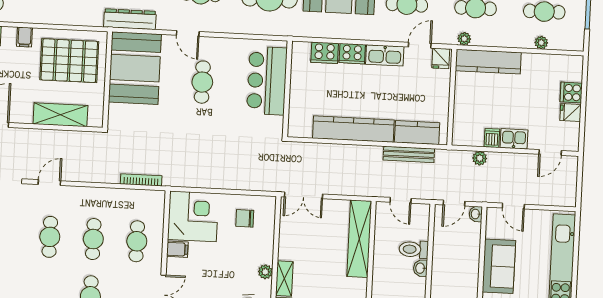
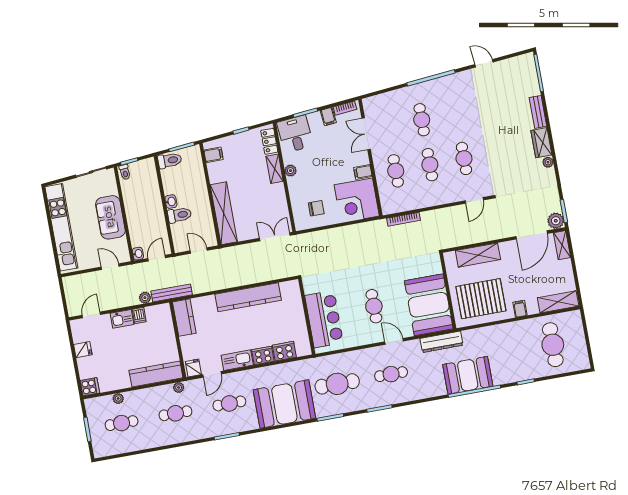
cooker: (571, 93) -> (90, 387), moved
kitchen counter: (417, 133) -> (184, 318), moved, turned -90
bench: (409, 154) -> (172, 293), moved

